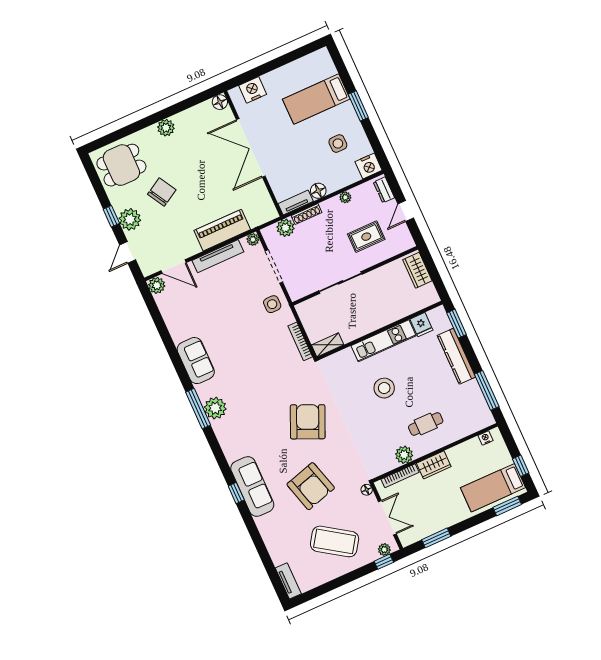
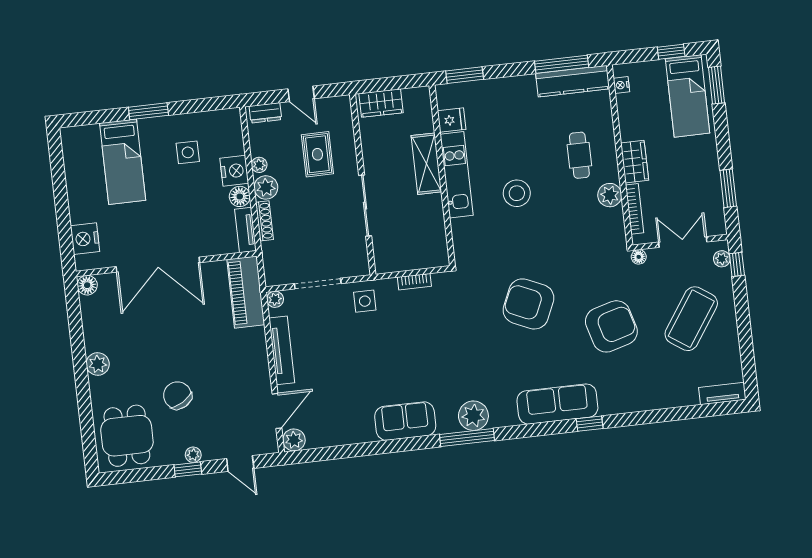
nightstand: (369, 166) -> (234, 171), moved
plant: (130, 219) -> (193, 455), width x0.53, depth x0.53
plant: (285, 228) -> (266, 187), moved
piano: (222, 230) -> (246, 292), moved
bookcase: (300, 341) -> (414, 282), width x0.64
shelving: (328, 345) -> (426, 164), moved, width x1.50, depth x1.33
kitchen counter: (456, 356) -> (573, 81), moved
sofa: (252, 487) -> (557, 404), moved

